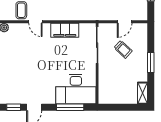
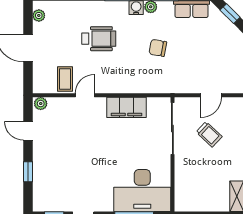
door: (35, 22) -> (85, 95), swing flipped

